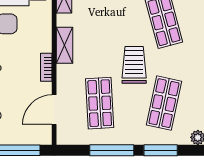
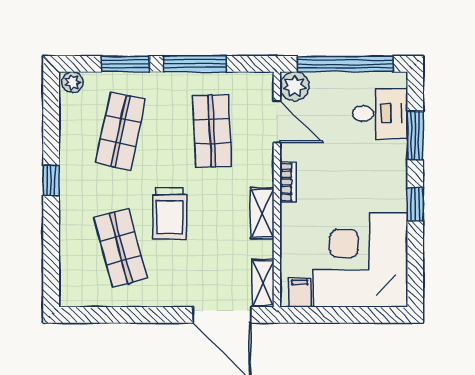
trolley: (134, 65) -> (170, 213), moved
door: (54, 110) -> (277, 122), hinge flipped
plant: (42, 135) -> (294, 86), added

